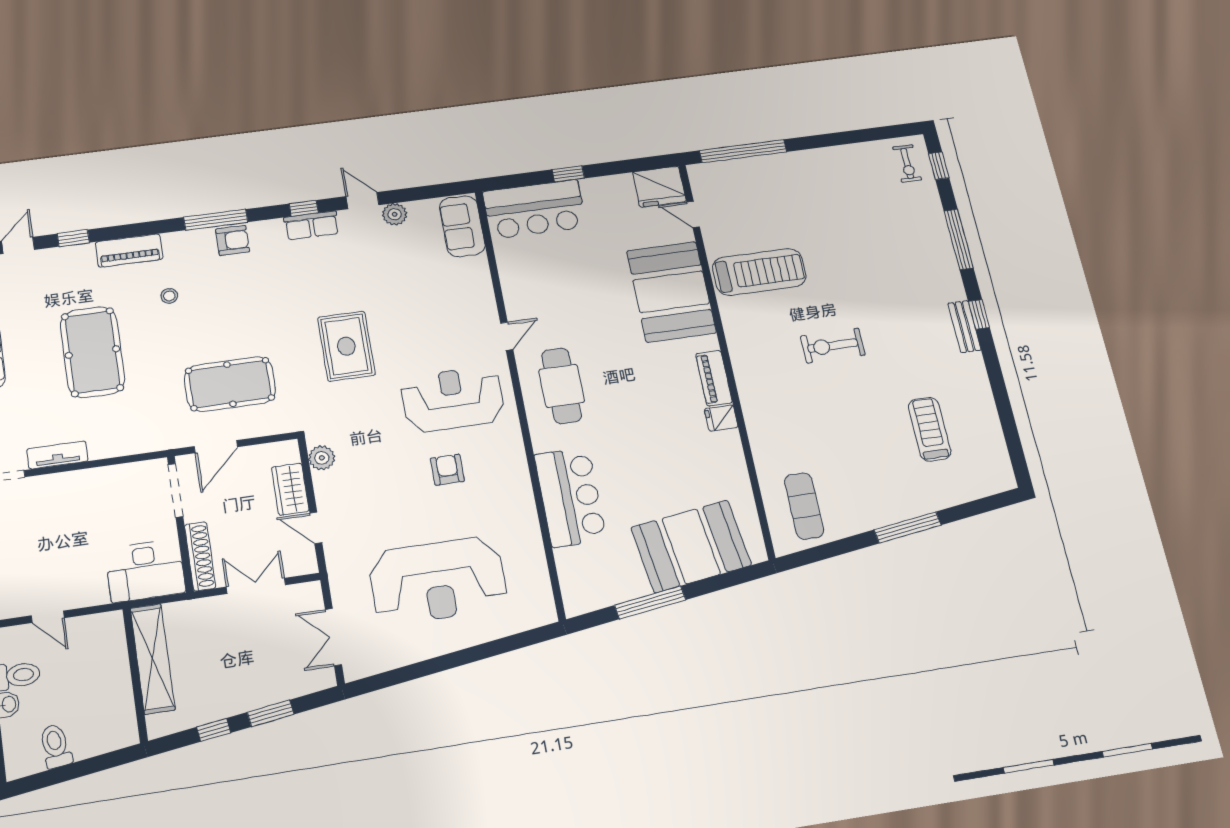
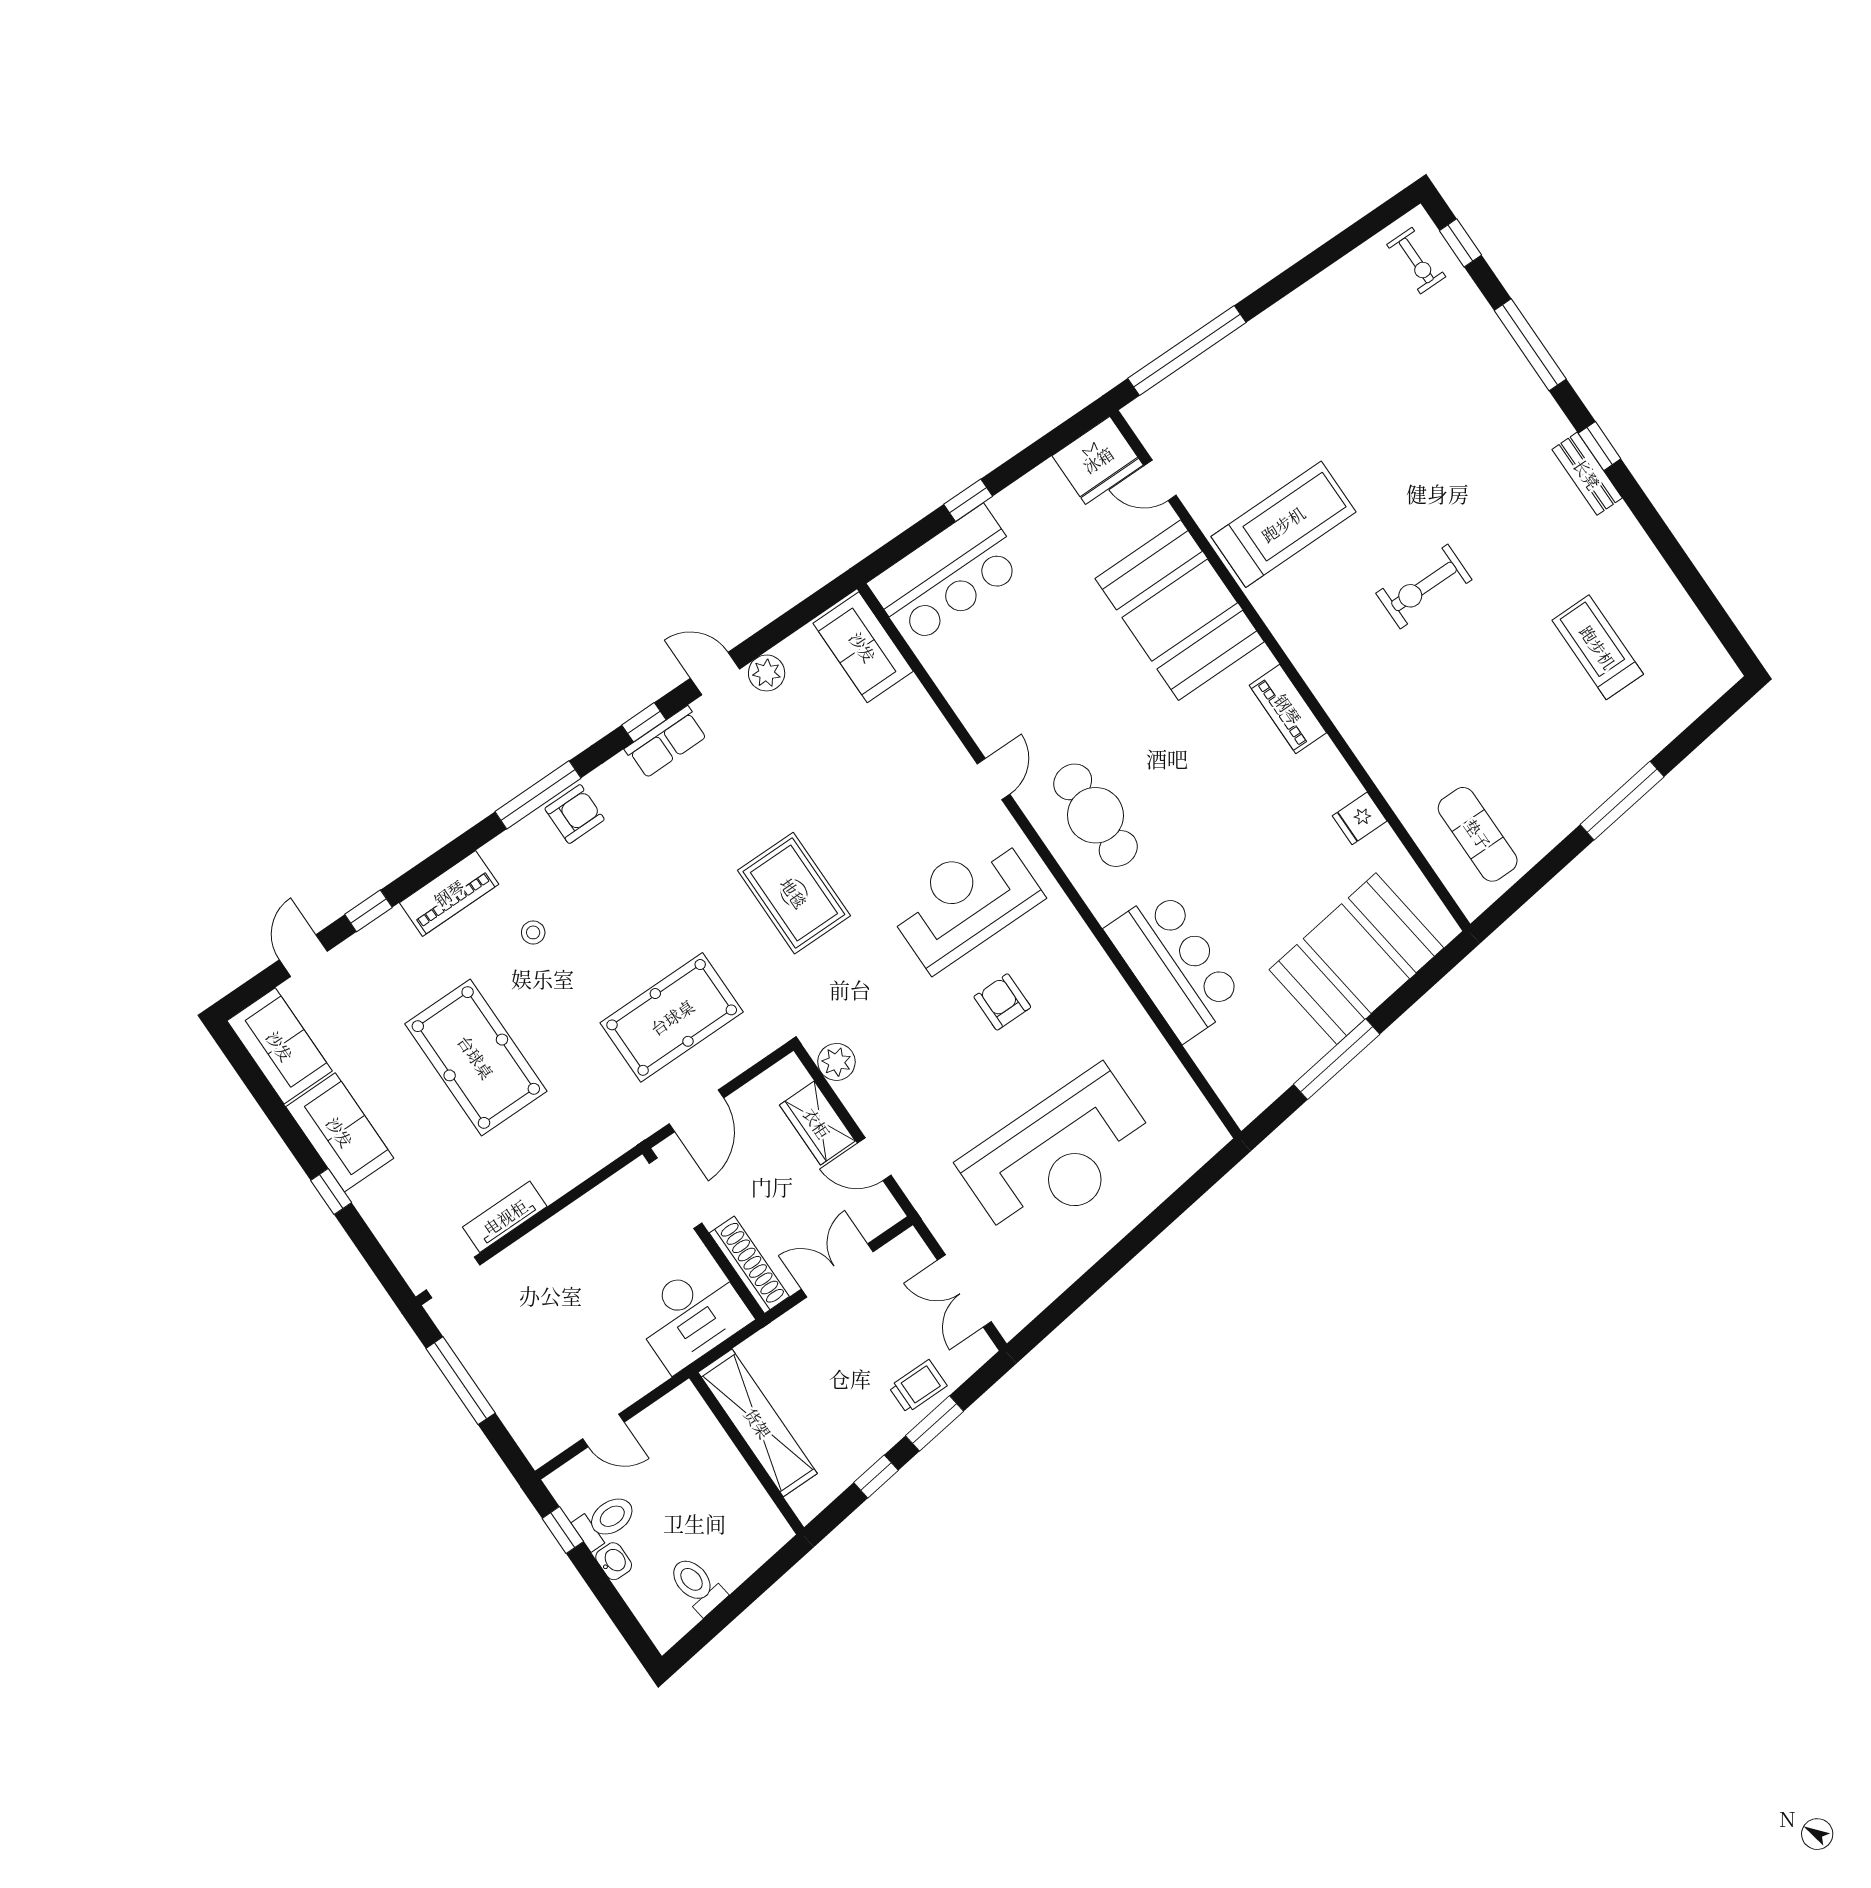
fridge: (721, 418) -> (1360, 818), moved
trolley: (272, 684) -> (918, 1386), added

